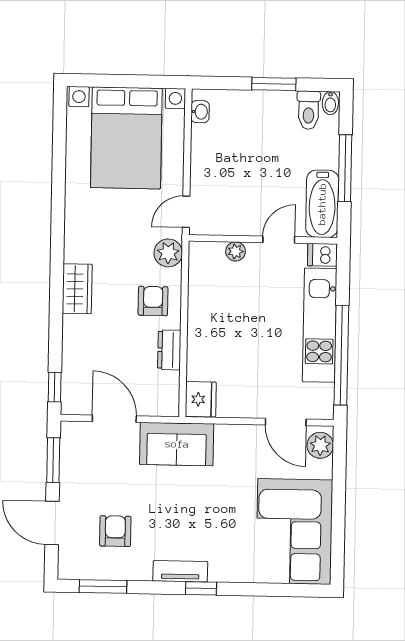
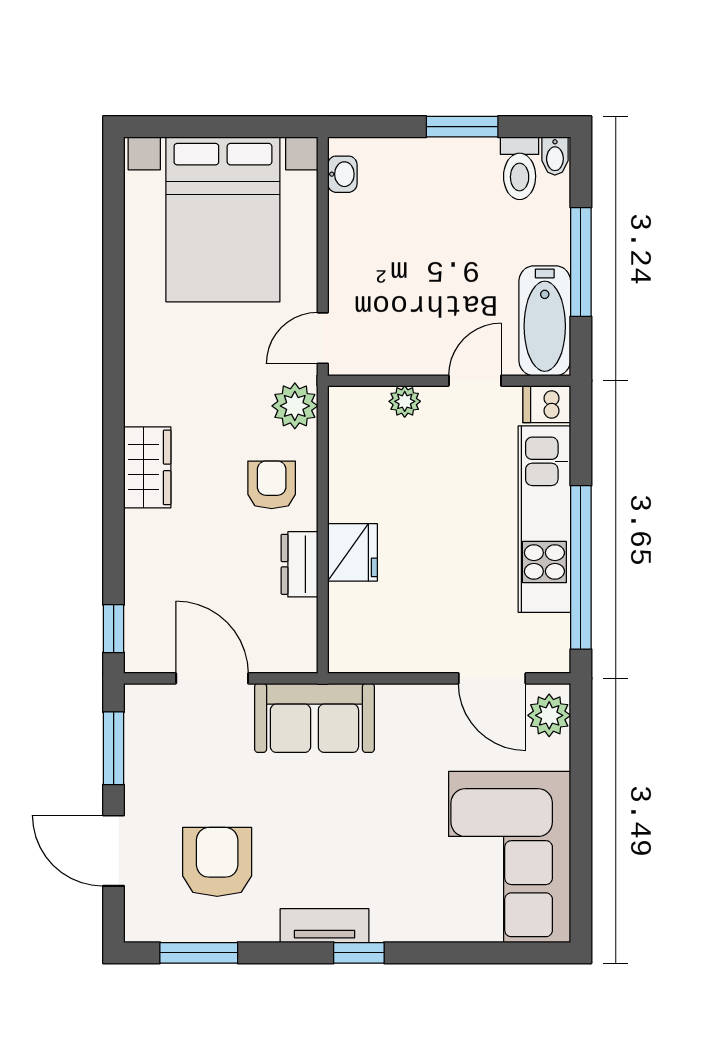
fridge: (201, 399) -> (352, 552), moved
armchair: (115, 531) -> (217, 862), width x1.38, depth x1.38

